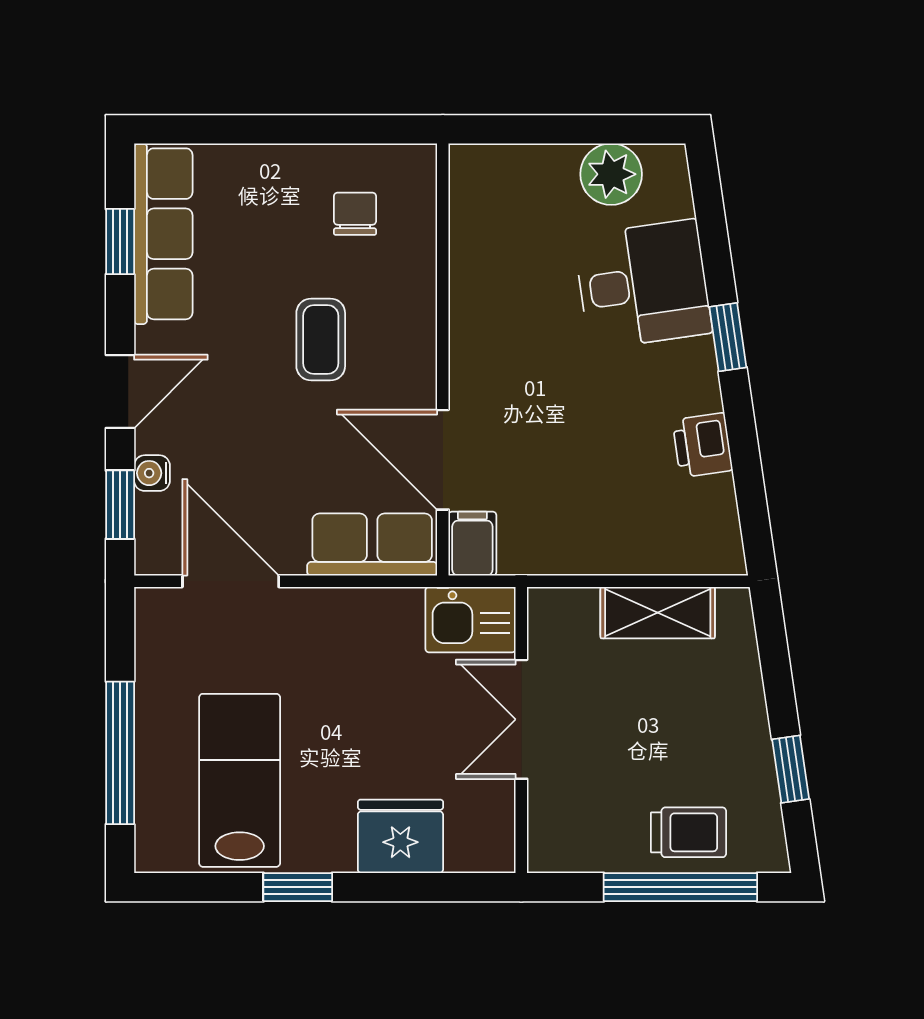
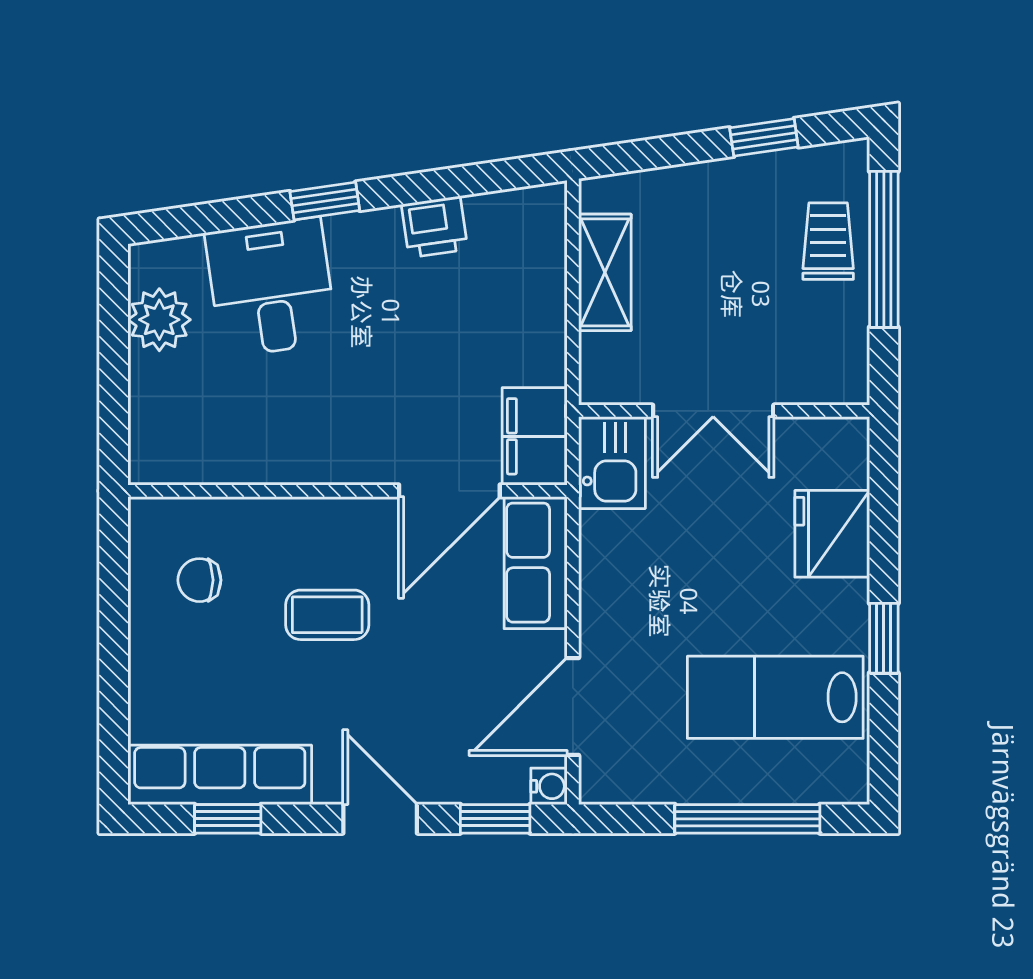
water cooler: (152, 473) -> (549, 786), moved, turned -90
filing cabinet: (472, 544) -> (535, 436), width x2.00

